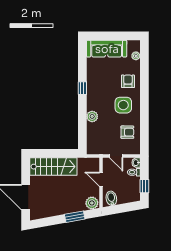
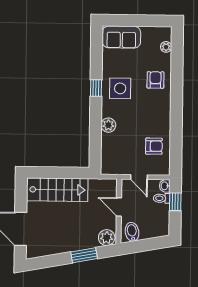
sofa: (107, 49) -> (121, 37), width x0.73
side table: (123, 105) -> (120, 88), moved
window: (144, 186) -> (175, 202), moved

